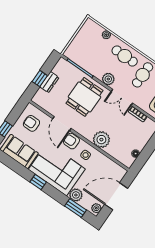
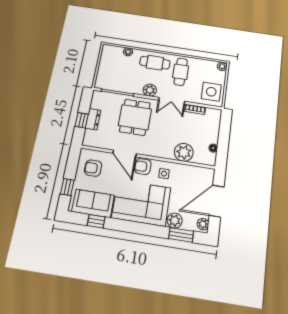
plant: (101, 140) -> (184, 152), moved
window: (38, 182) -> (96, 221), moved

